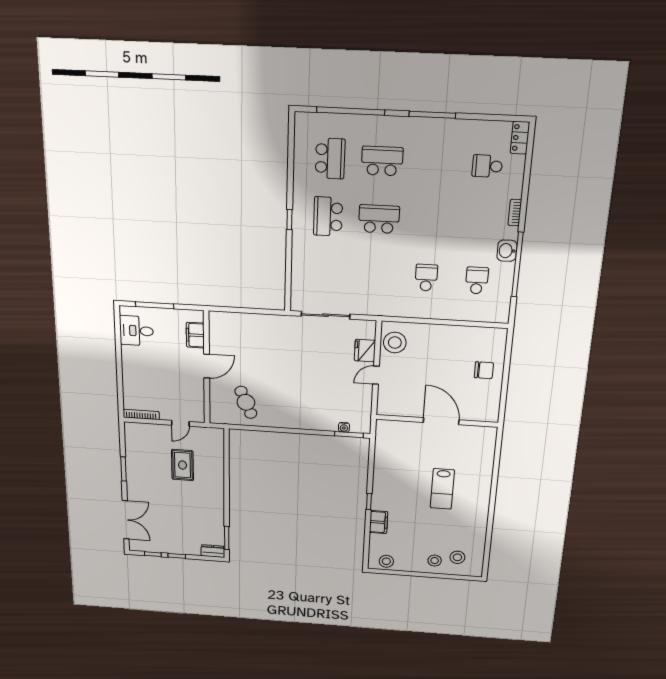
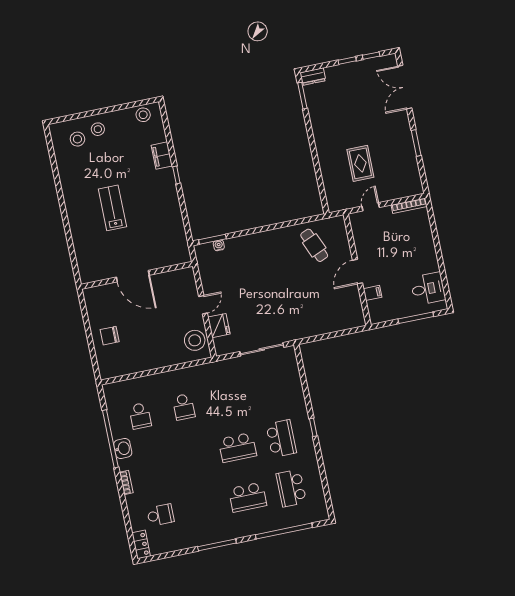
filing cabinet: (195, 335) -> (373, 293), width x0.50

